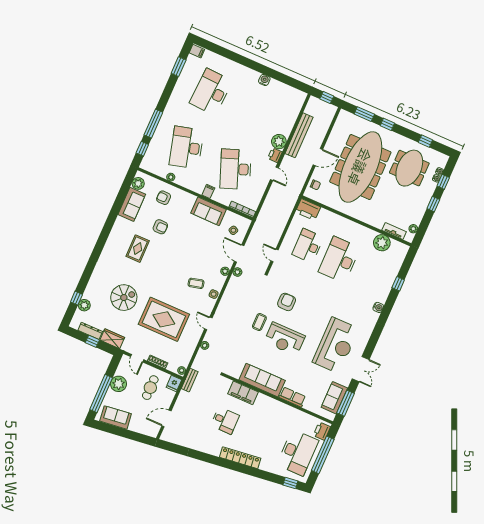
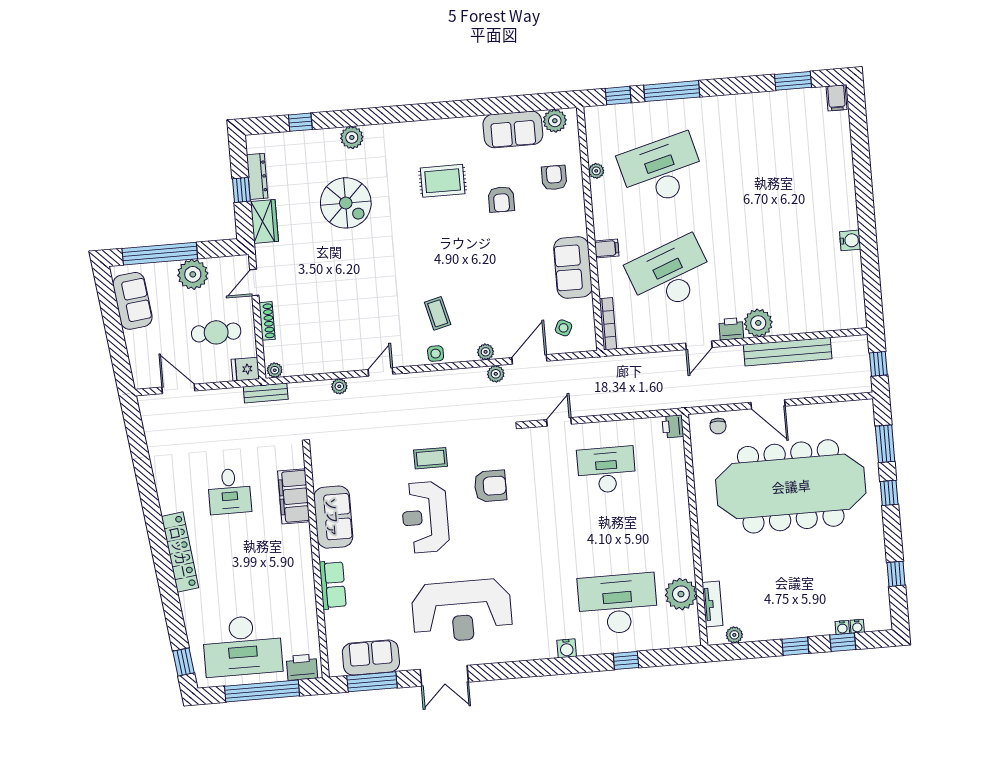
desk: (211, 92) -> (780, 160), removed
meeting table: (409, 168) -> (835, 571), removed
printer: (308, 210) -> (673, 426), width x0.53, depth x0.68
desk: (339, 260) -> (618, 604), moved
plant: (84, 305) -> (352, 137), moved
rug: (164, 319) -> (346, 292), removed
sofa: (262, 380) -> (333, 517), width x0.73

